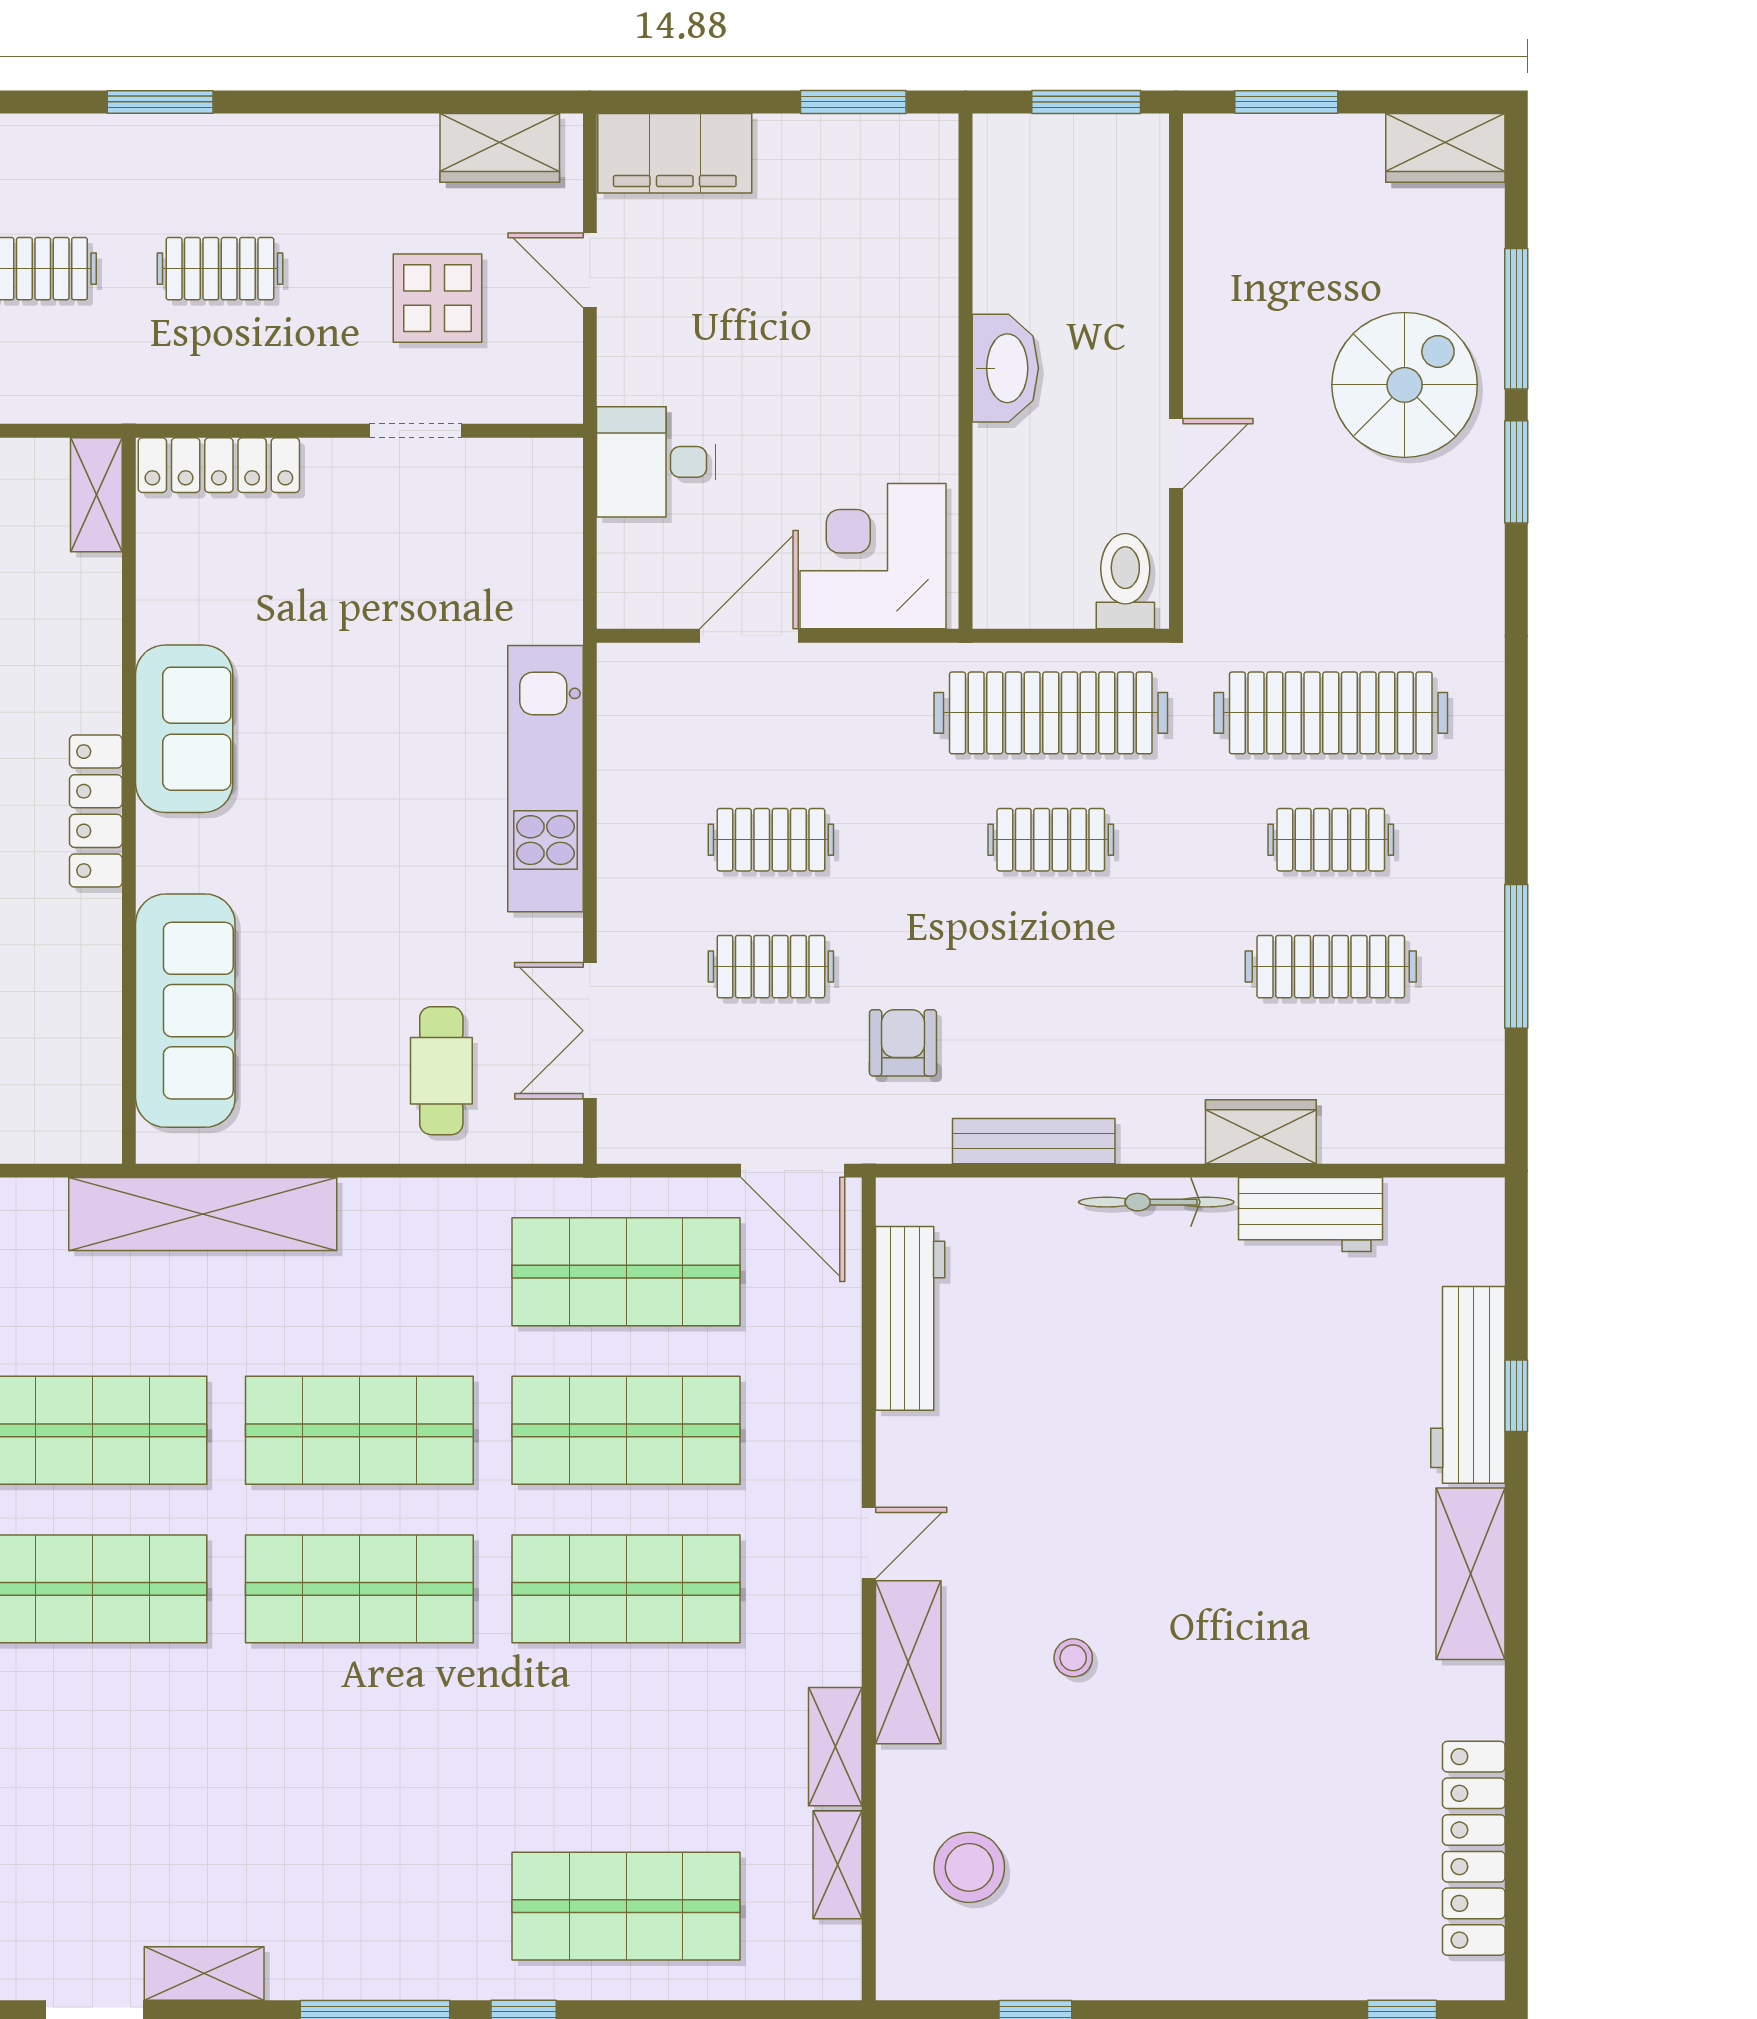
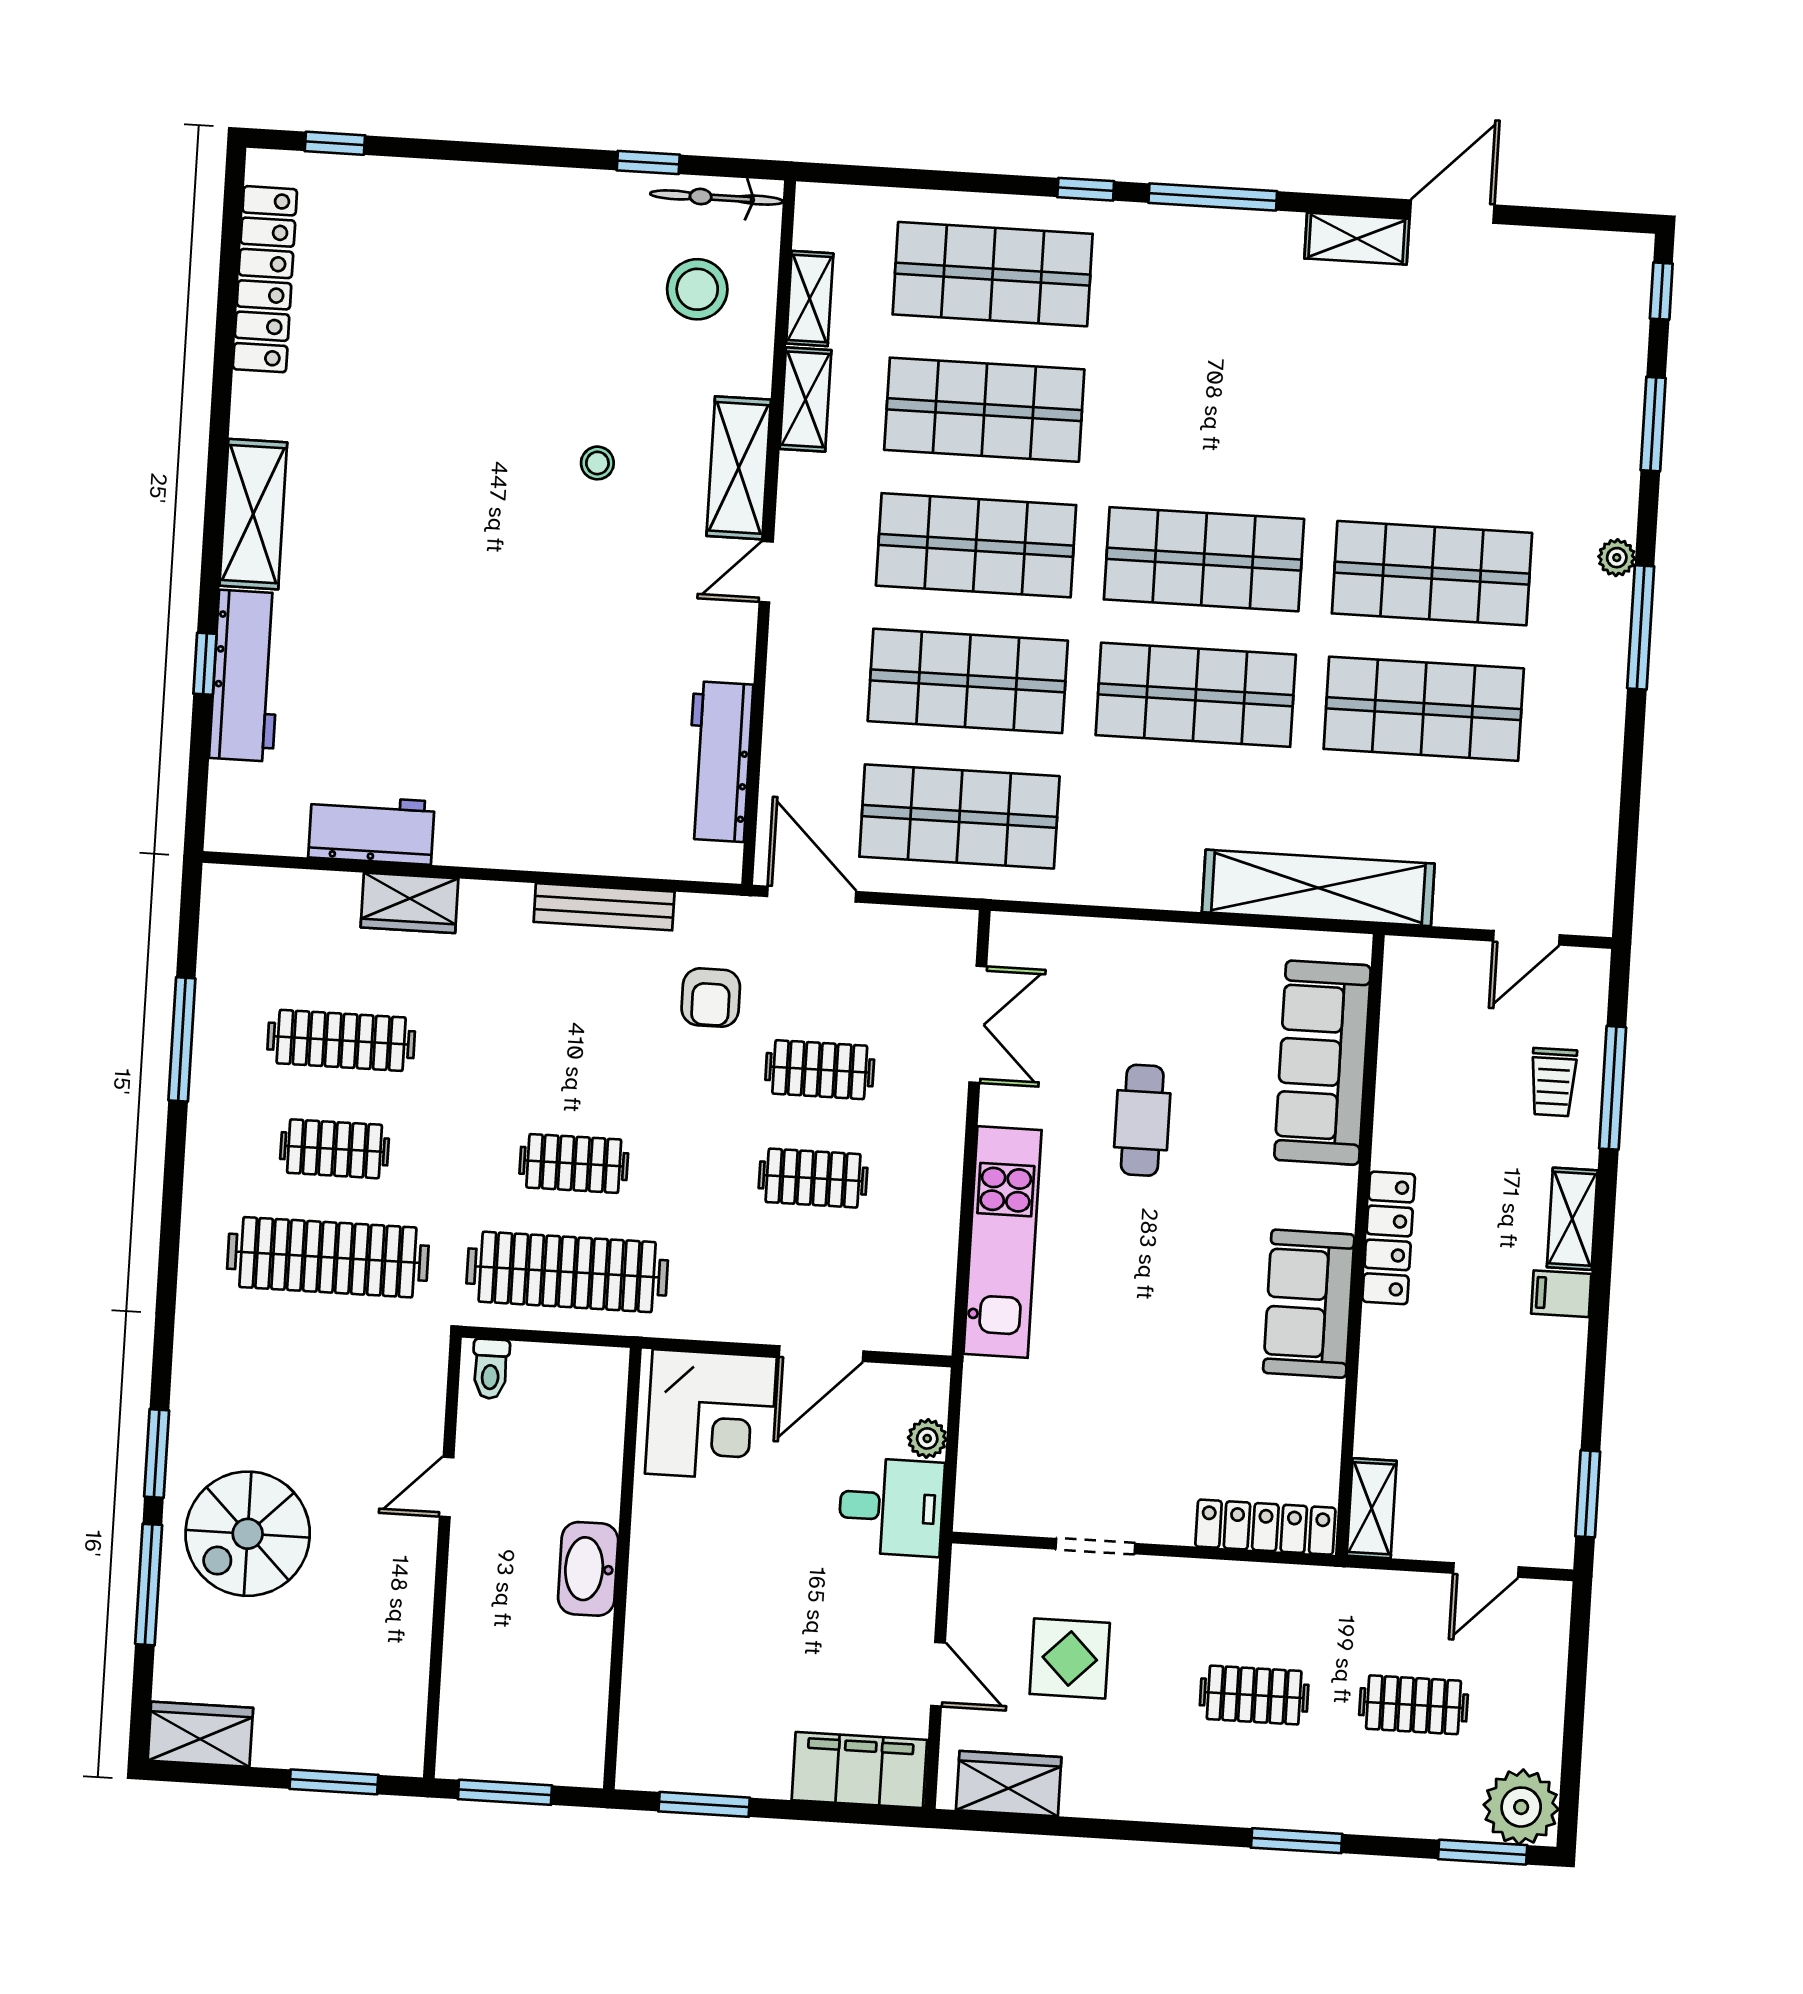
plant: (619, 544) -> (927, 1438), added
toilet: (1125, 581) -> (491, 1369), width x0.73, depth x0.72
cafe table: (441, 1071) -> (1142, 1120), moved
bicycle: (1156, 1202) -> (717, 198), moved, turned 180
shop shelf: (626, 1747) -> (984, 410), added

